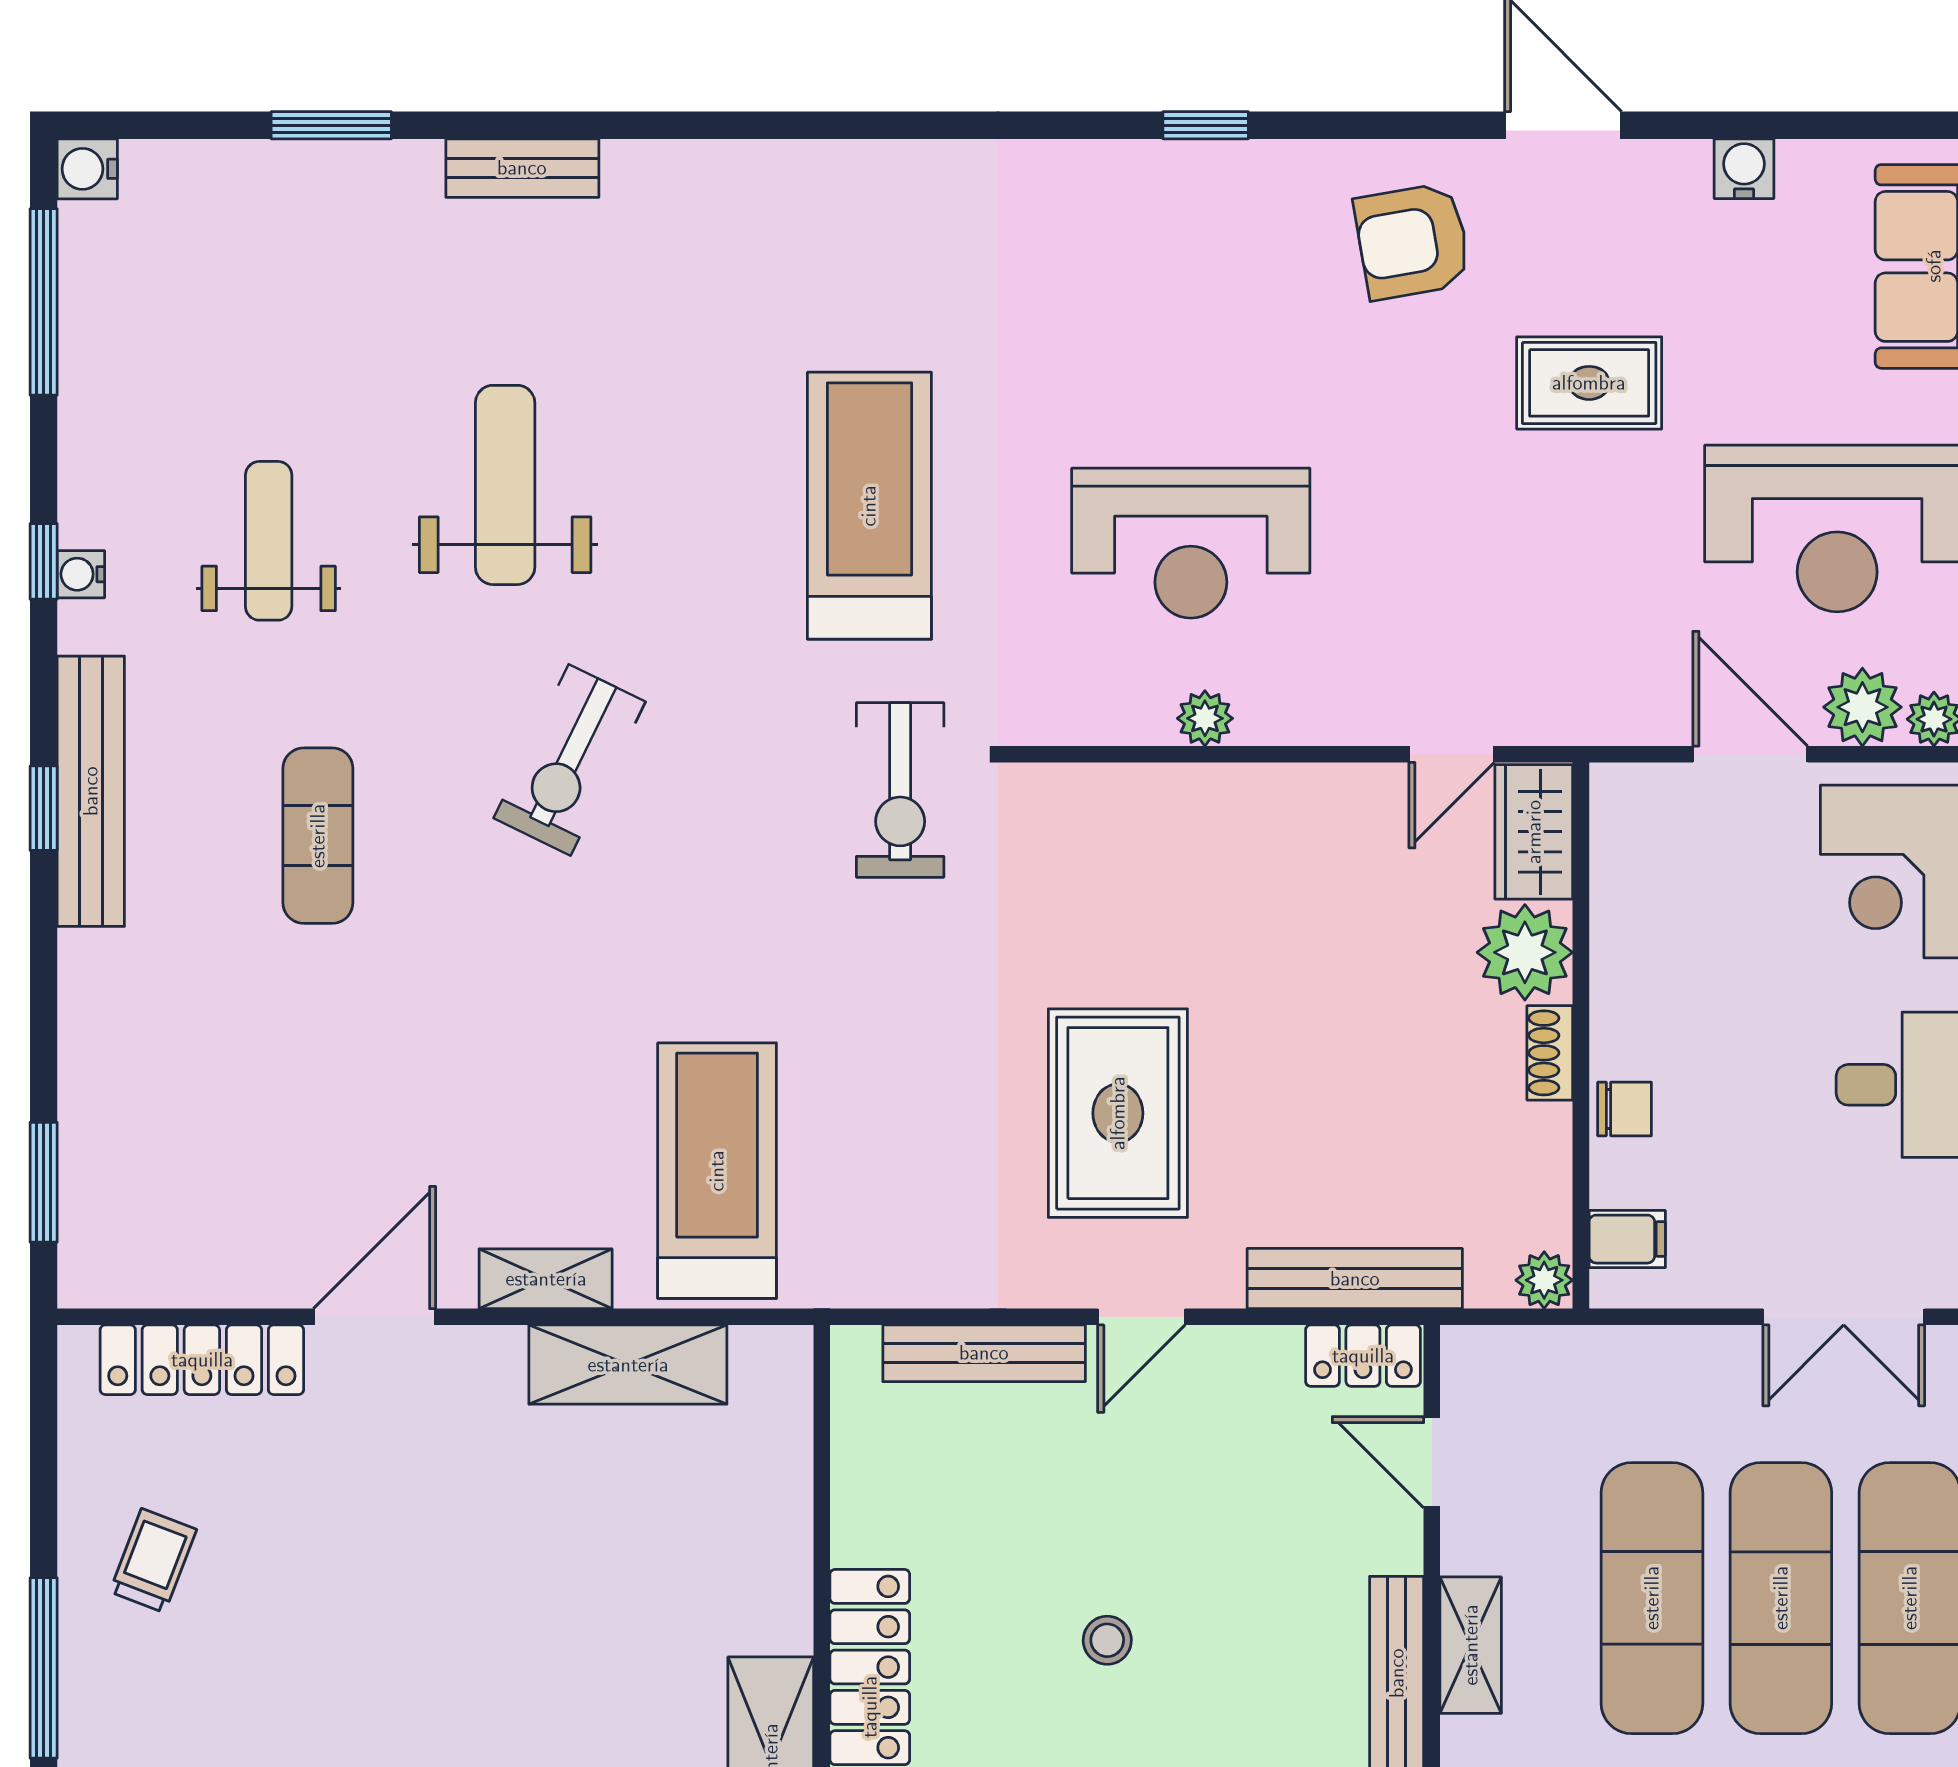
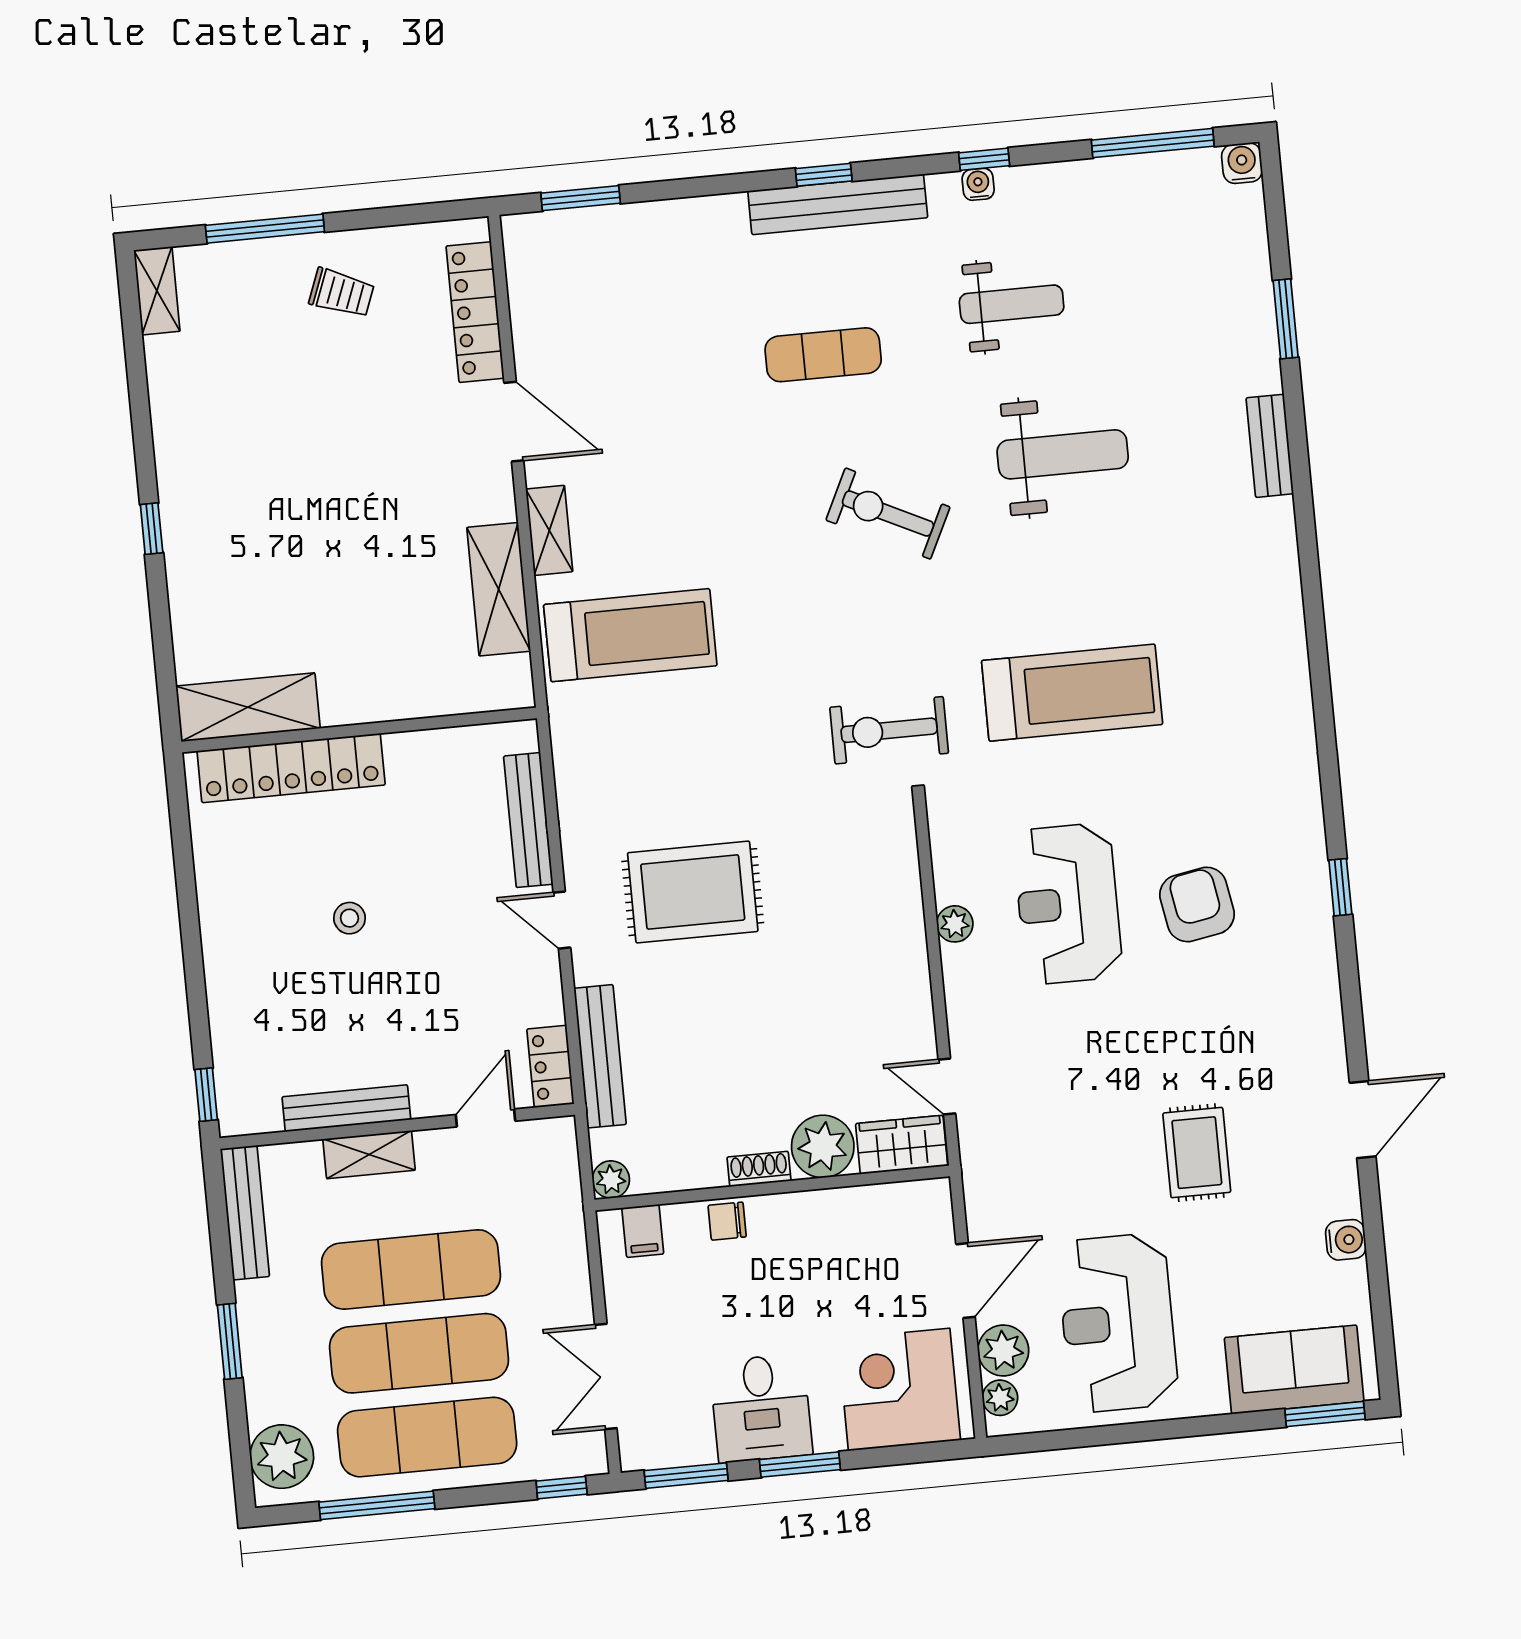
armchair: (1412, 241) -> (1197, 904), moved
chair: (1625, 1109) -> (727, 1221), turned 90

